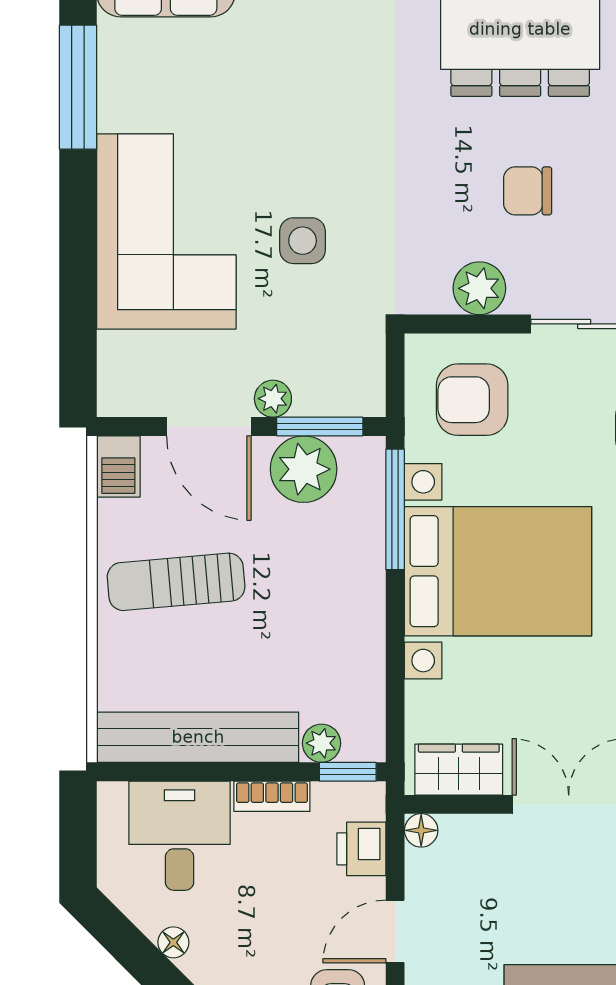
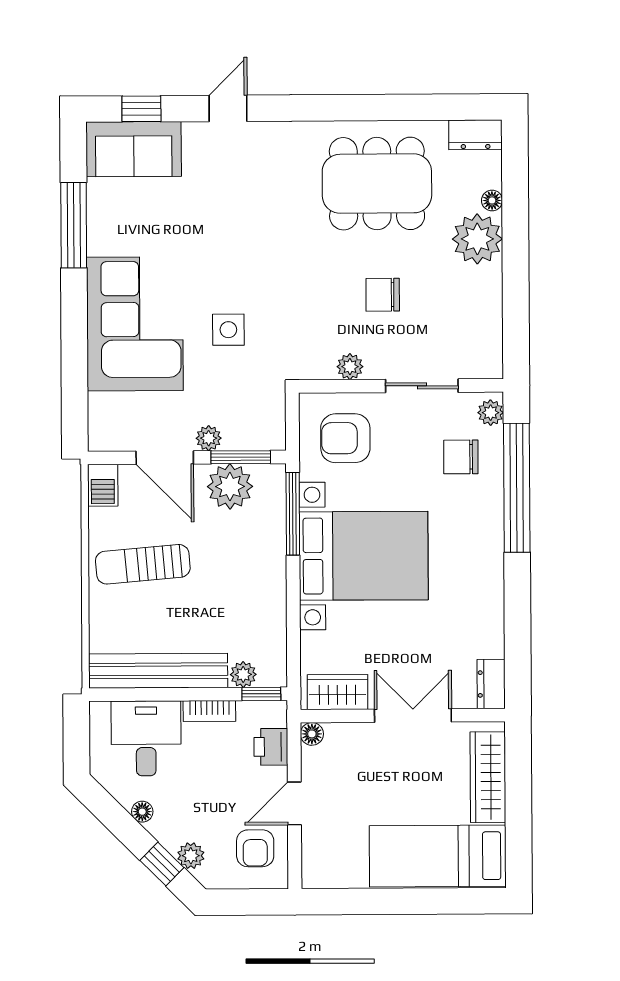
plant: (479, 288) -> (350, 367), width x0.73, depth x0.73

